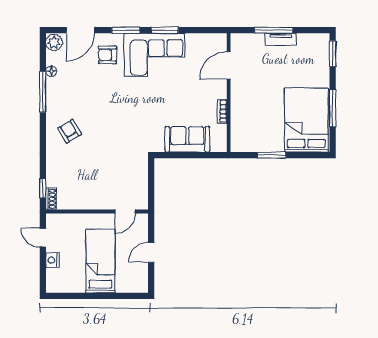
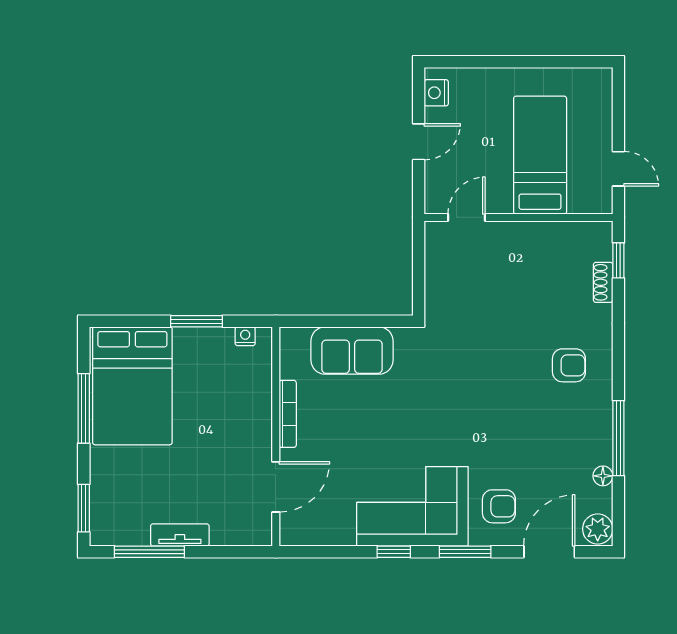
window: (165, 30) -> (394, 552), width x0.67
window: (274, 30) -> (149, 552), moved
bookcase: (222, 111) -> (288, 414), width x1.56
armchair: (70, 131) -> (569, 365), turned -59
nightstand: (245, 147) -> (245, 336), added
shoe rack: (51, 199) -> (603, 282), moved
nightstand: (52, 260) -> (436, 93), moved, turned 180
bed: (100, 261) -> (540, 155), moved, turned 180

